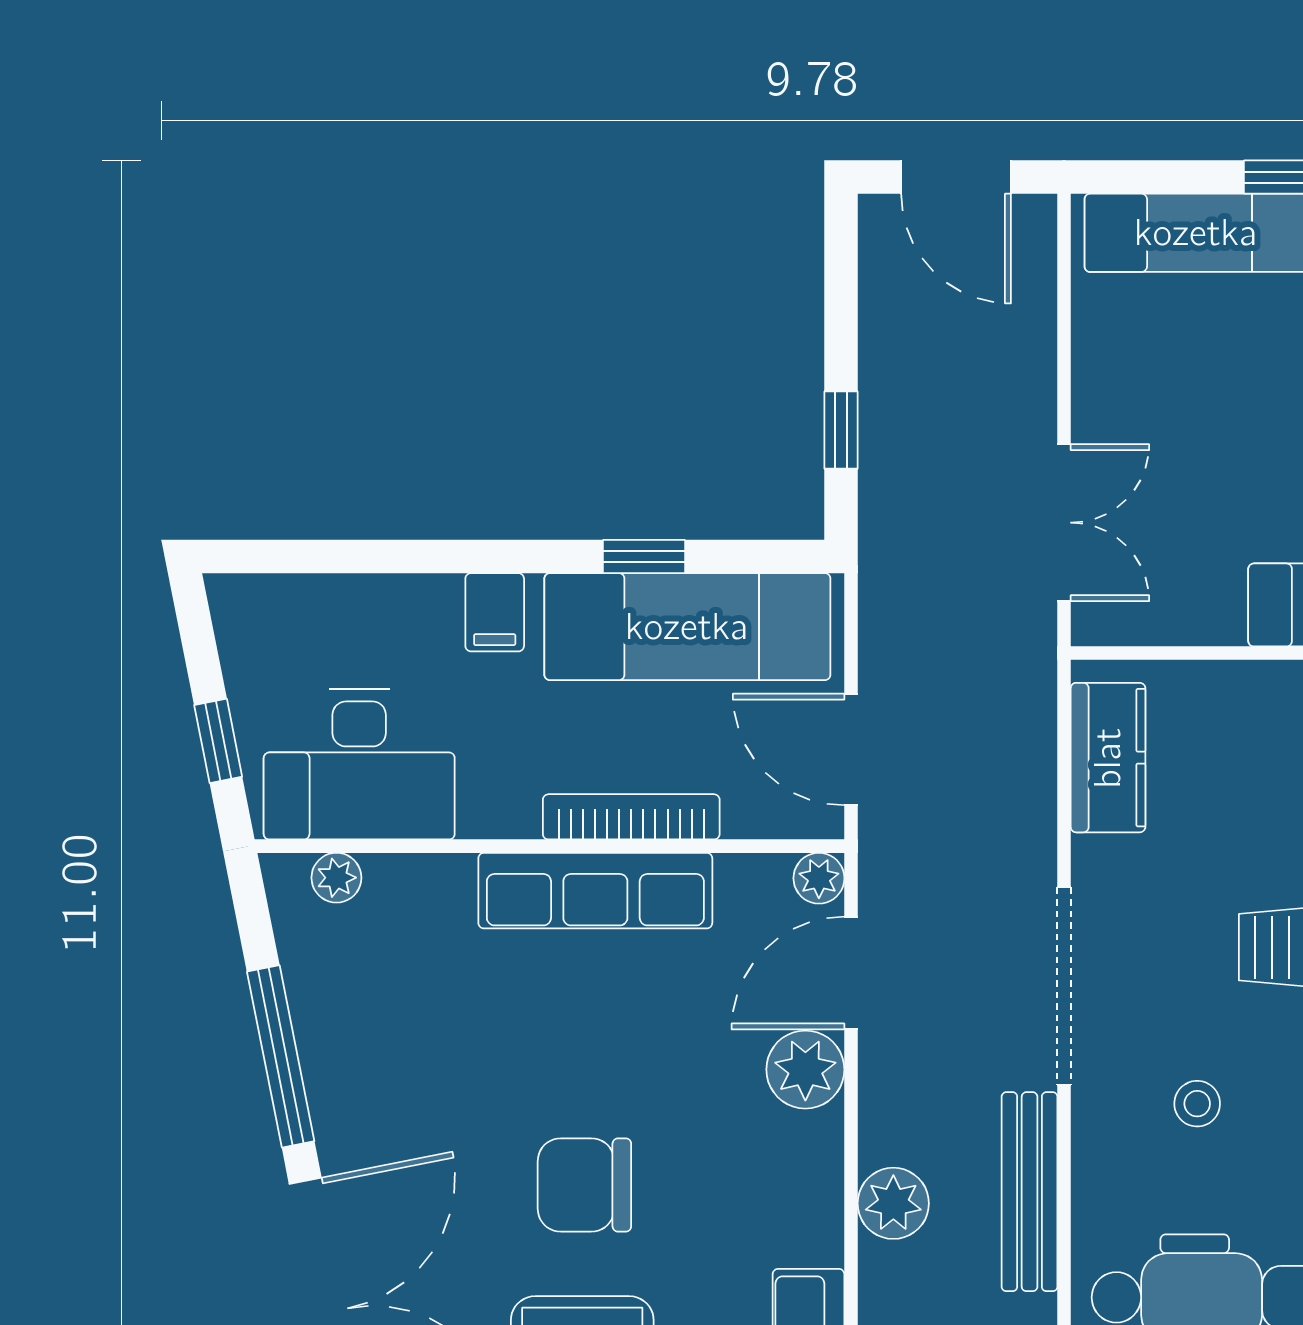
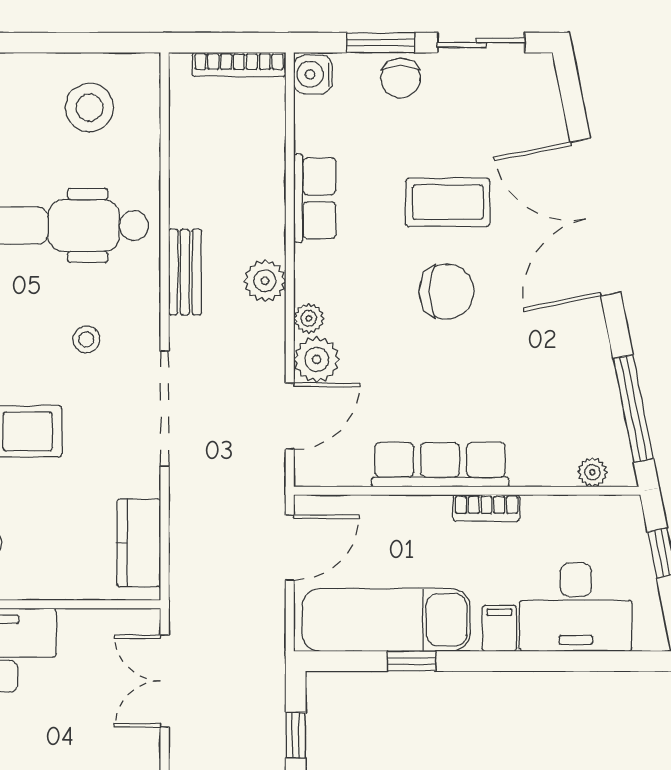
door: (851, 749) -> (290, 548), hinge flipped
desk: (359, 764) -> (576, 607), moved, turned 180
bookcase: (631, 817) -> (486, 508), moved, width x0.64
plant: (819, 878) -> (309, 318), moved
window: (281, 1056) -> (633, 409), moved
bench: (1030, 1192) -> (185, 272), width x0.73

